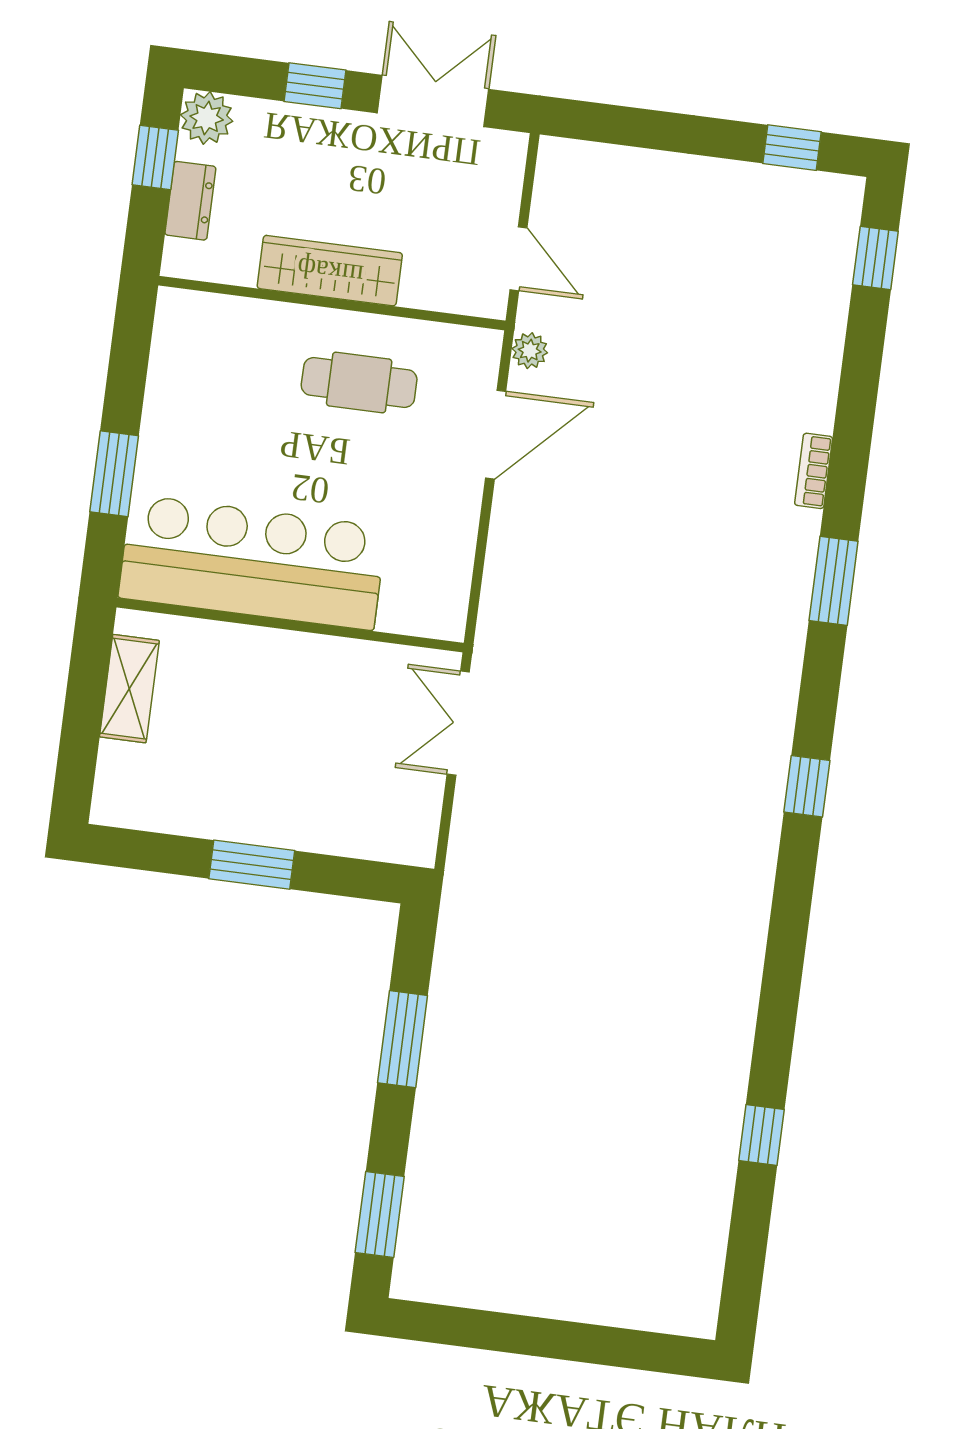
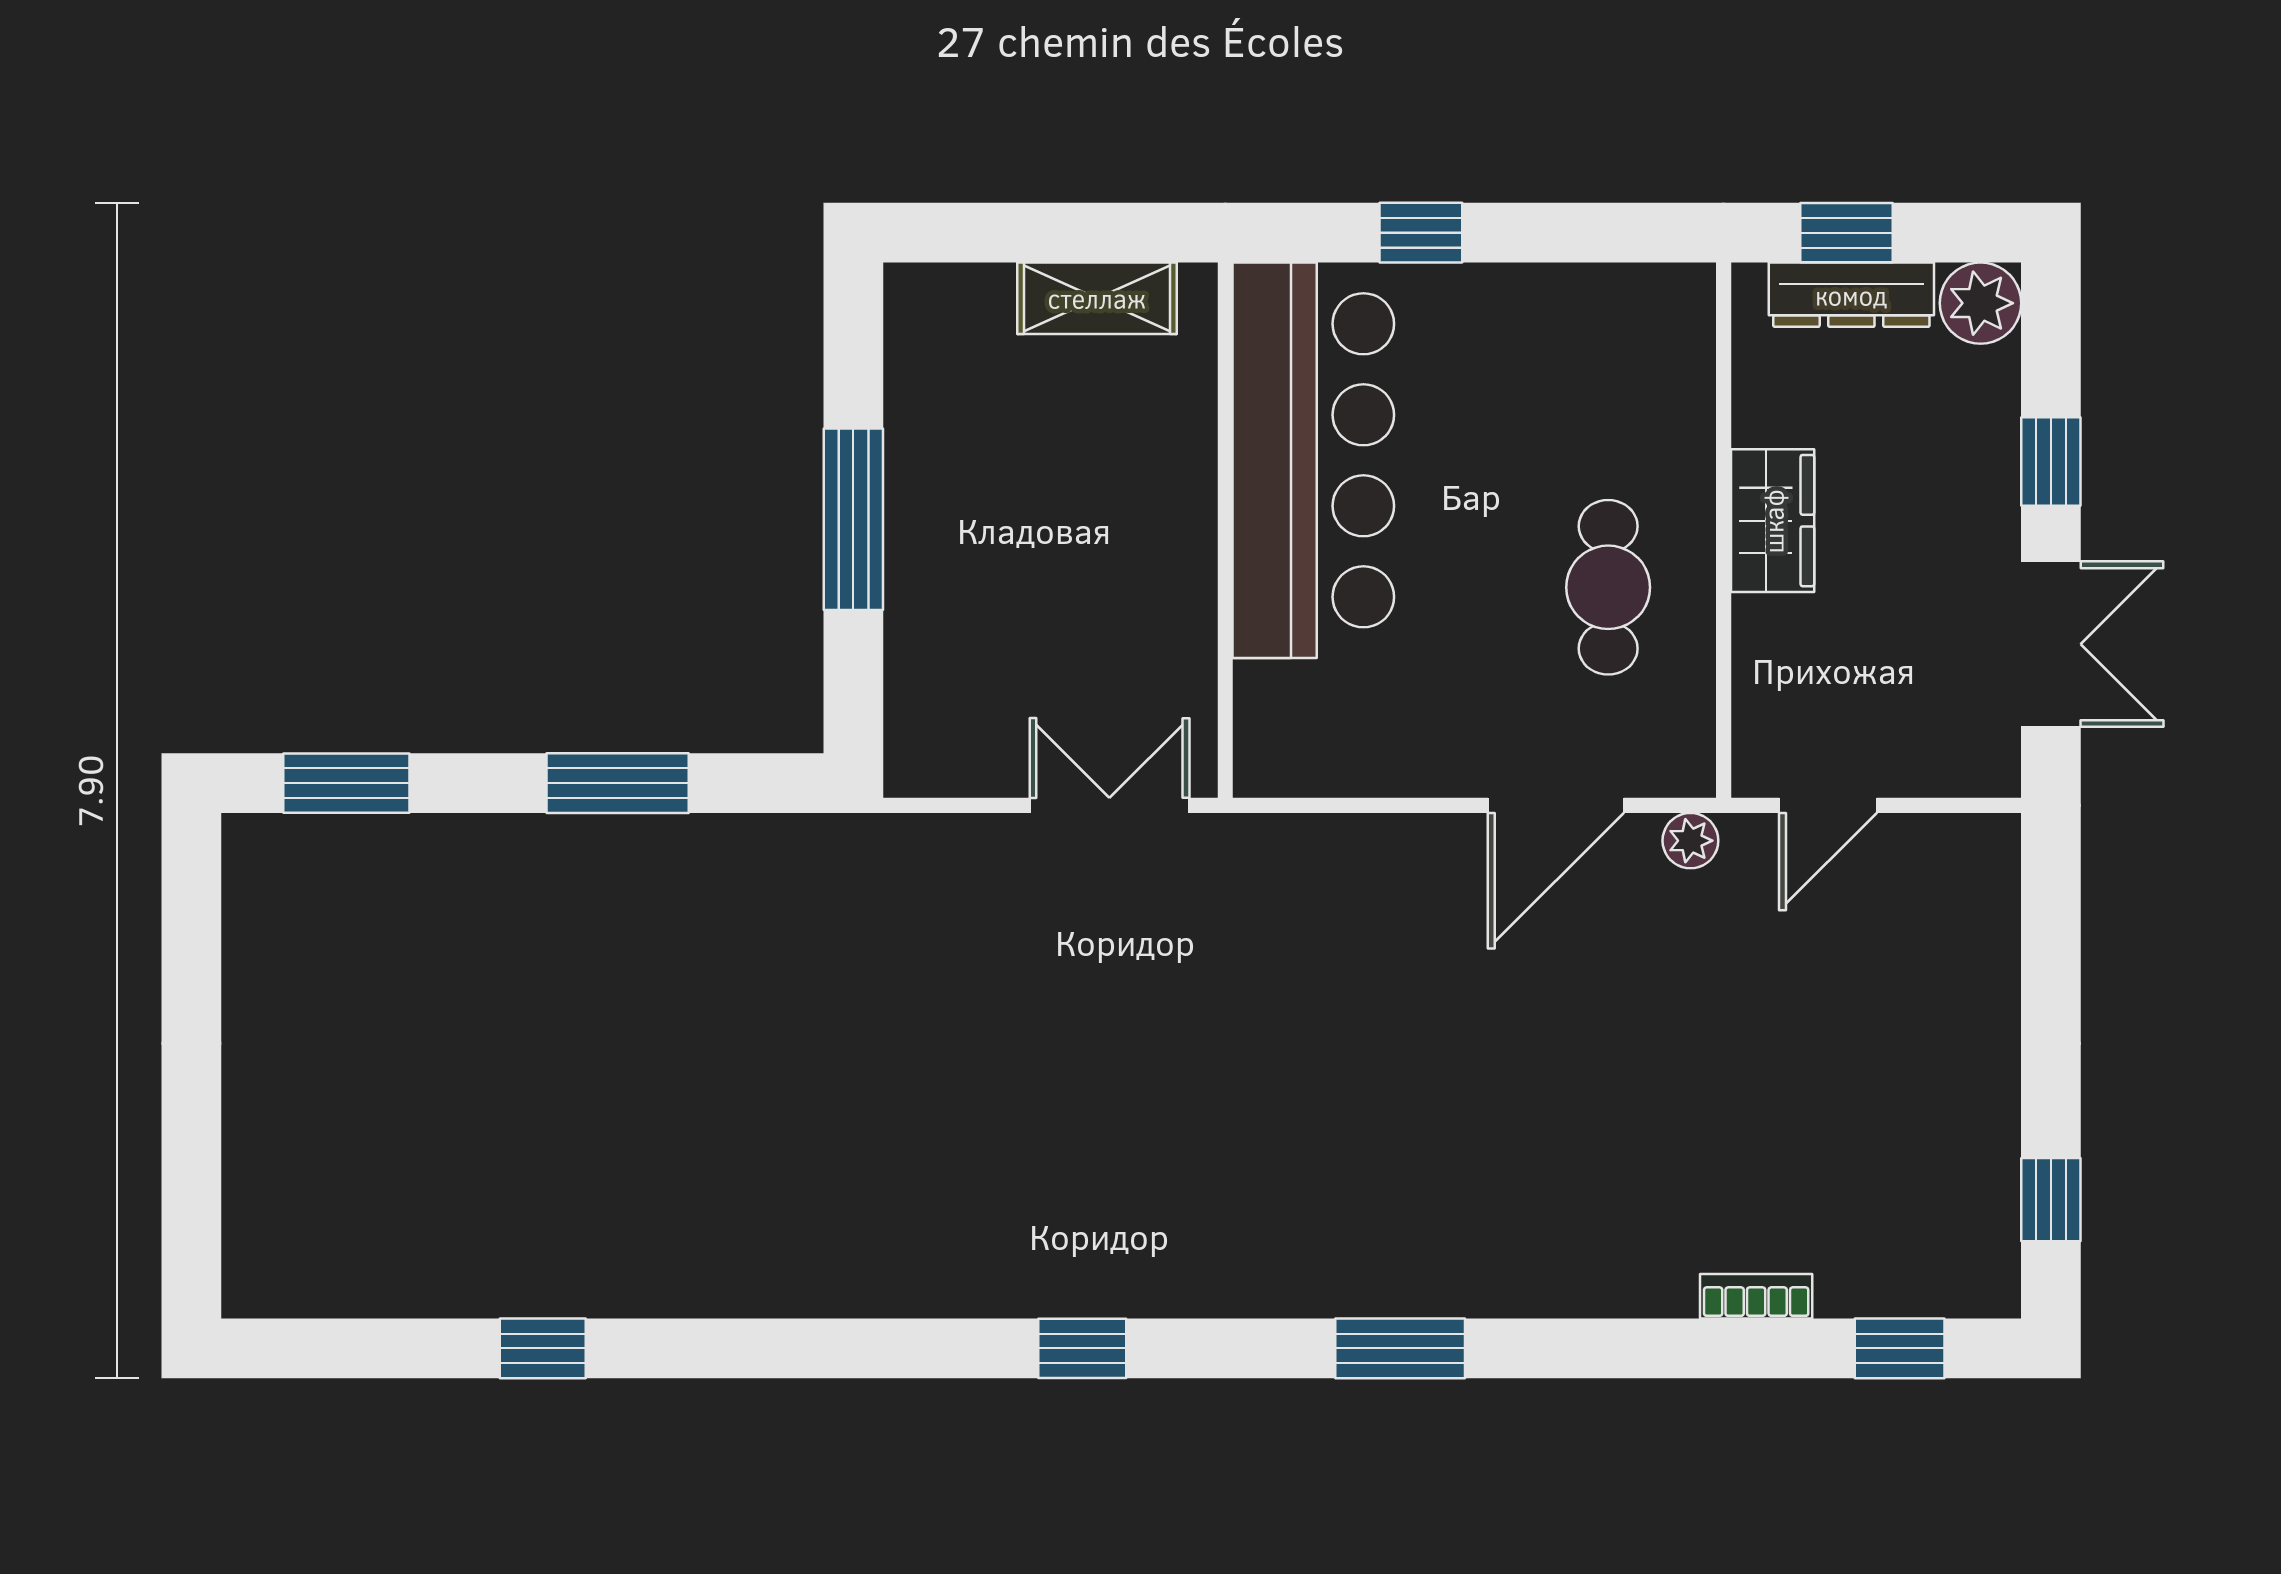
window: (155, 158) -> (1847, 233), moved
dresser: (190, 201) -> (1851, 295), width x1.44
wardrobe: (330, 271) -> (1773, 521), width x0.67
door: (496, 435) -> (1556, 805), hinge flipped
bookcase: (814, 471) -> (1756, 1296), moved
window: (114, 474) -> (1421, 233), width x0.67
window: (252, 865) -> (853, 519), width x1.44

